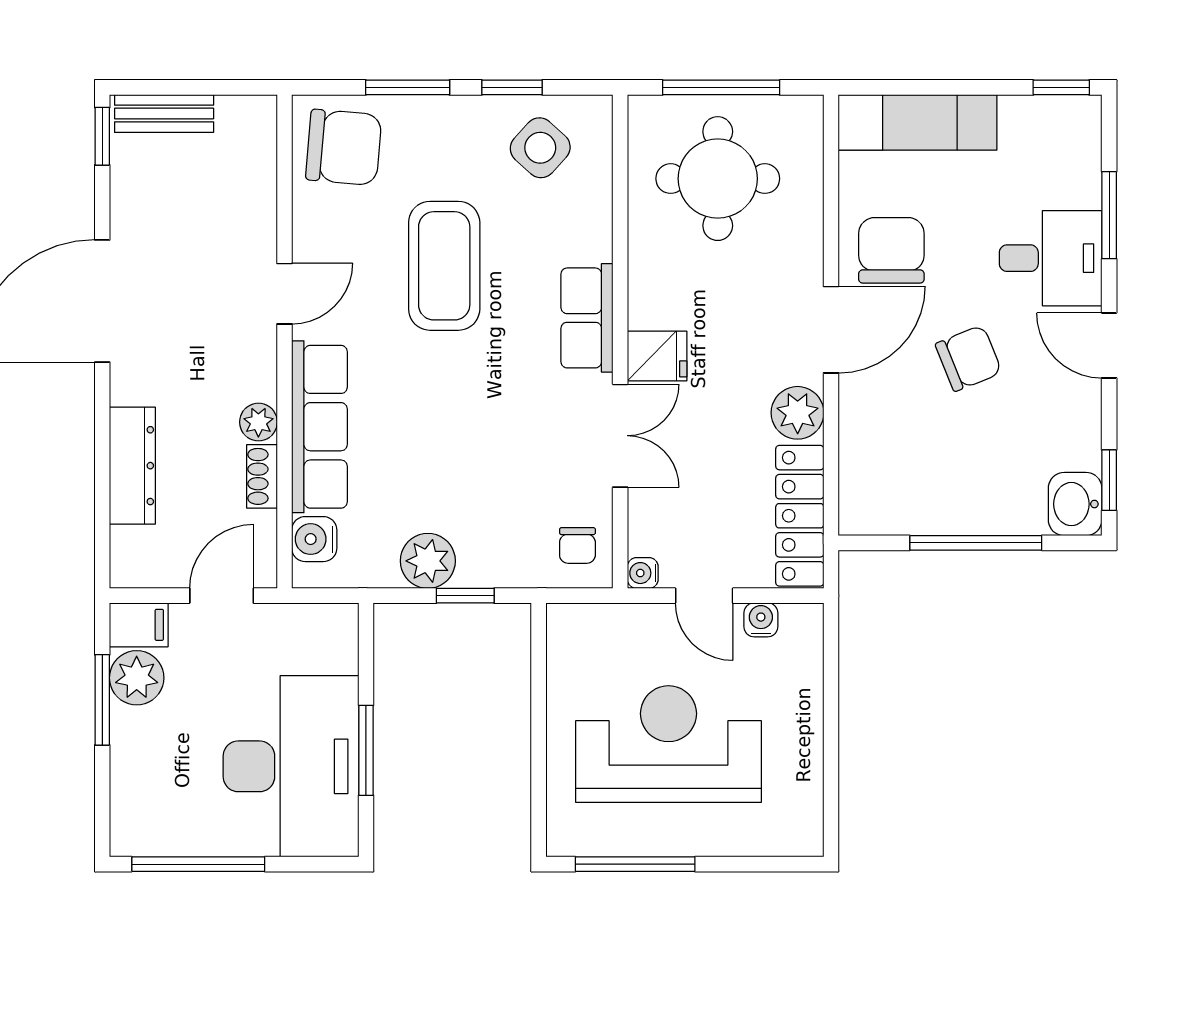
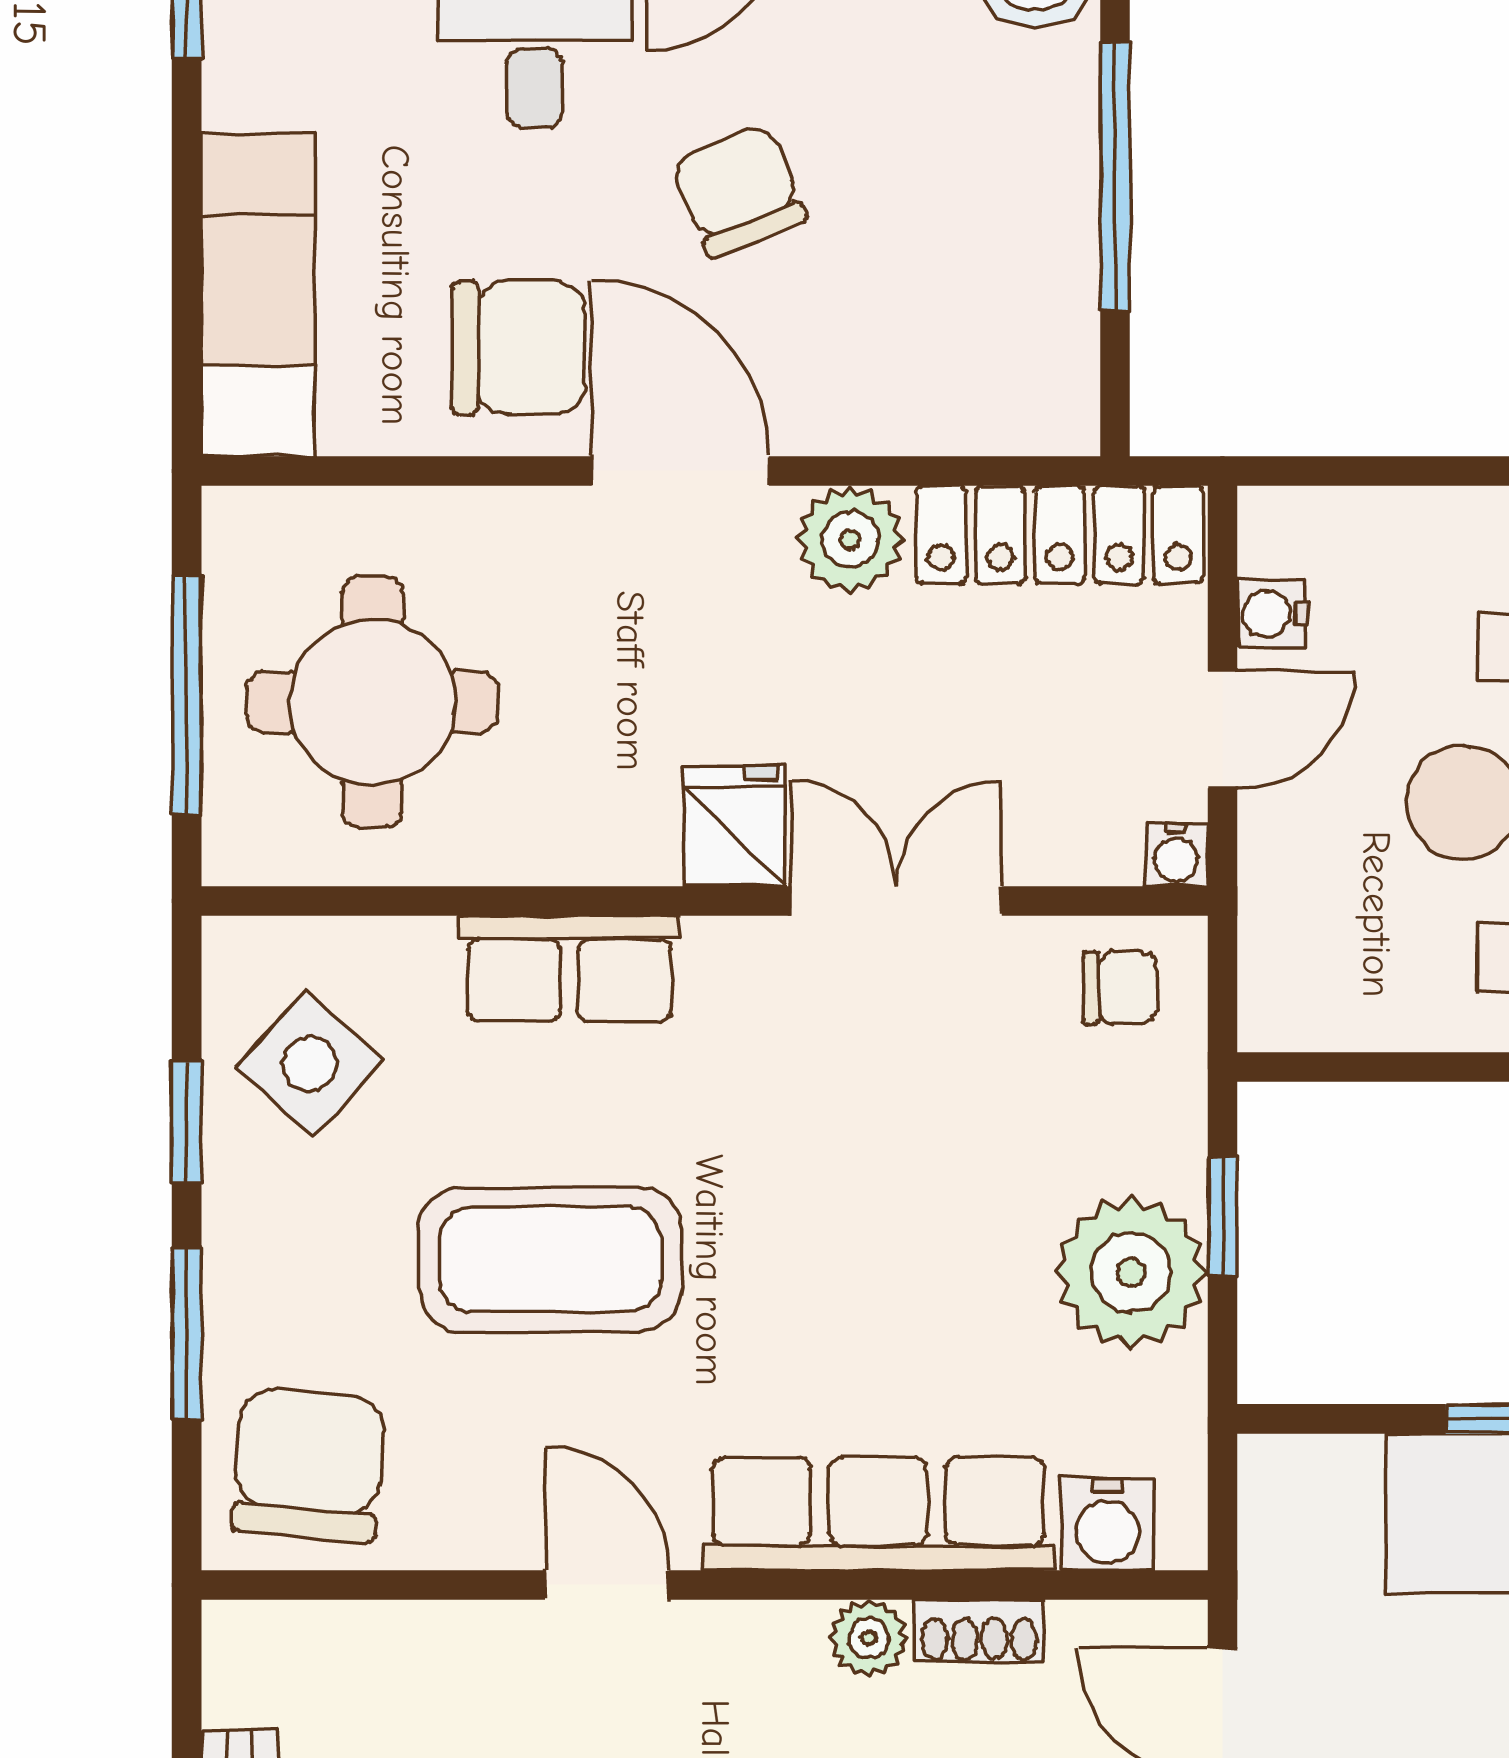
chair: (891, 250) -> (519, 348), turned 180
row of seats: (587, 318) -> (569, 969), moved
plant: (428, 561) -> (1131, 1272), width x1.36, depth x1.36

